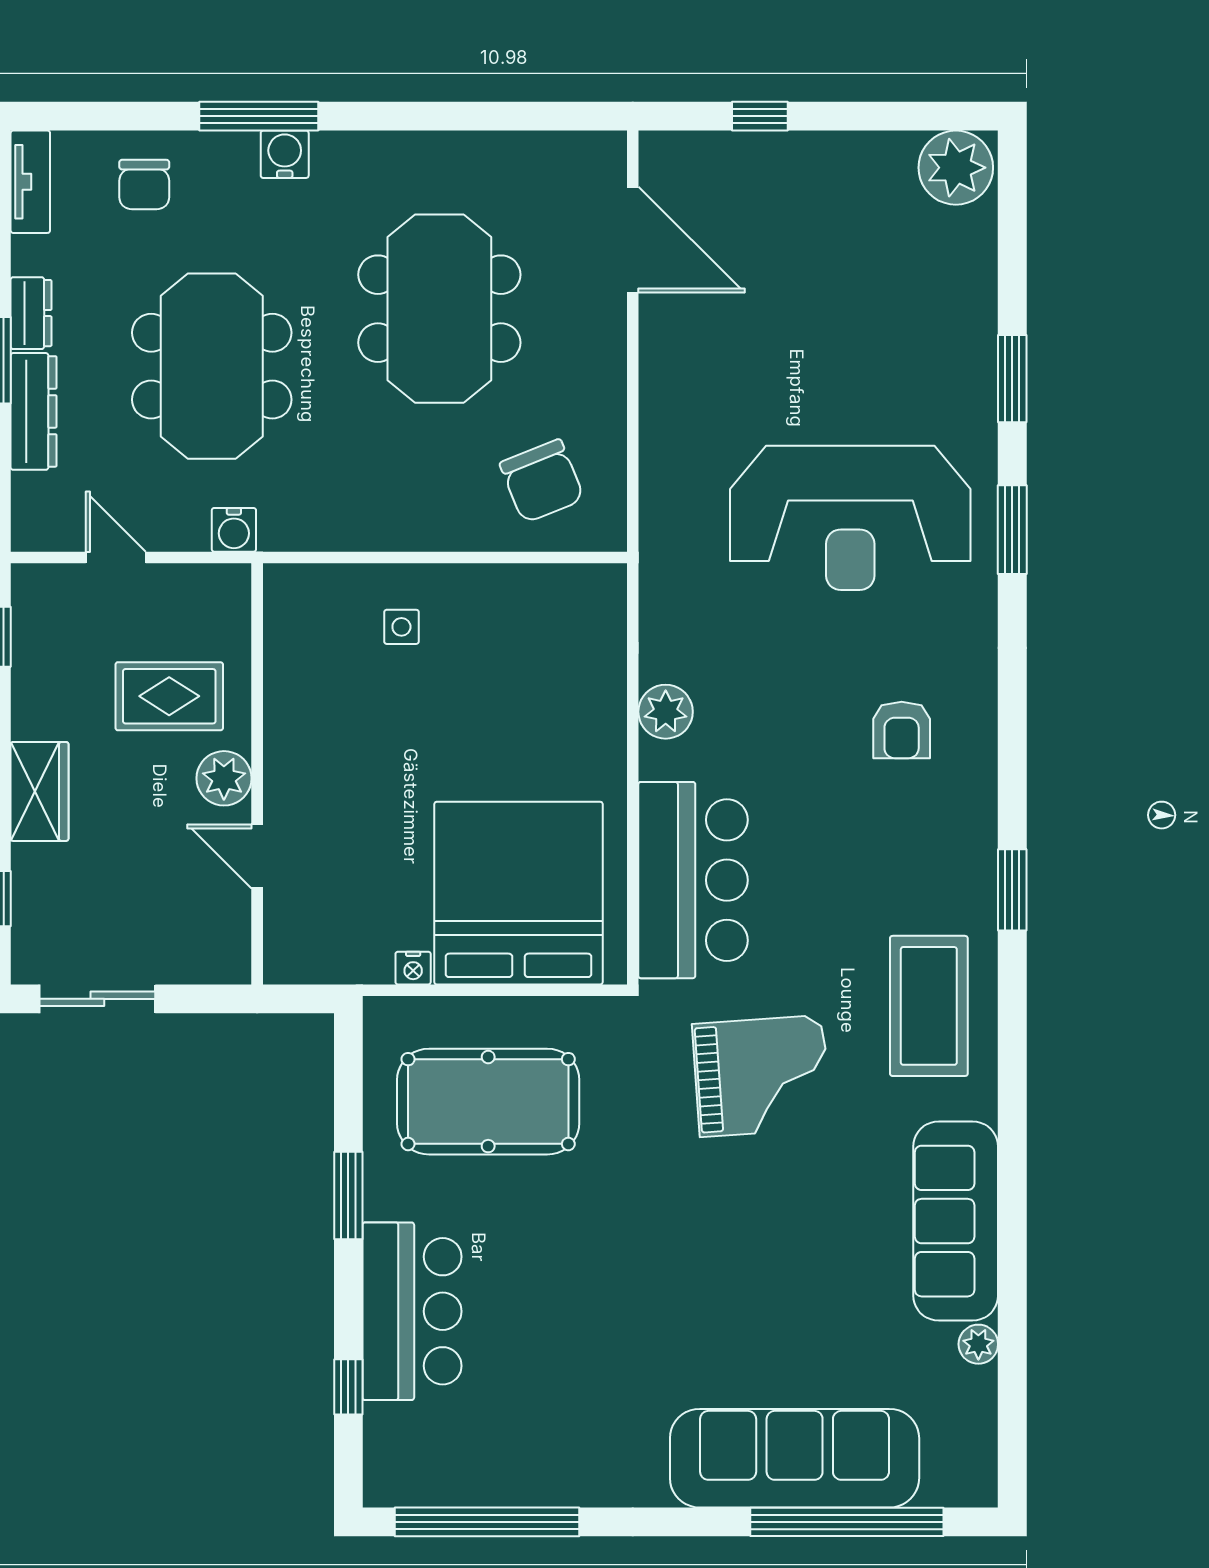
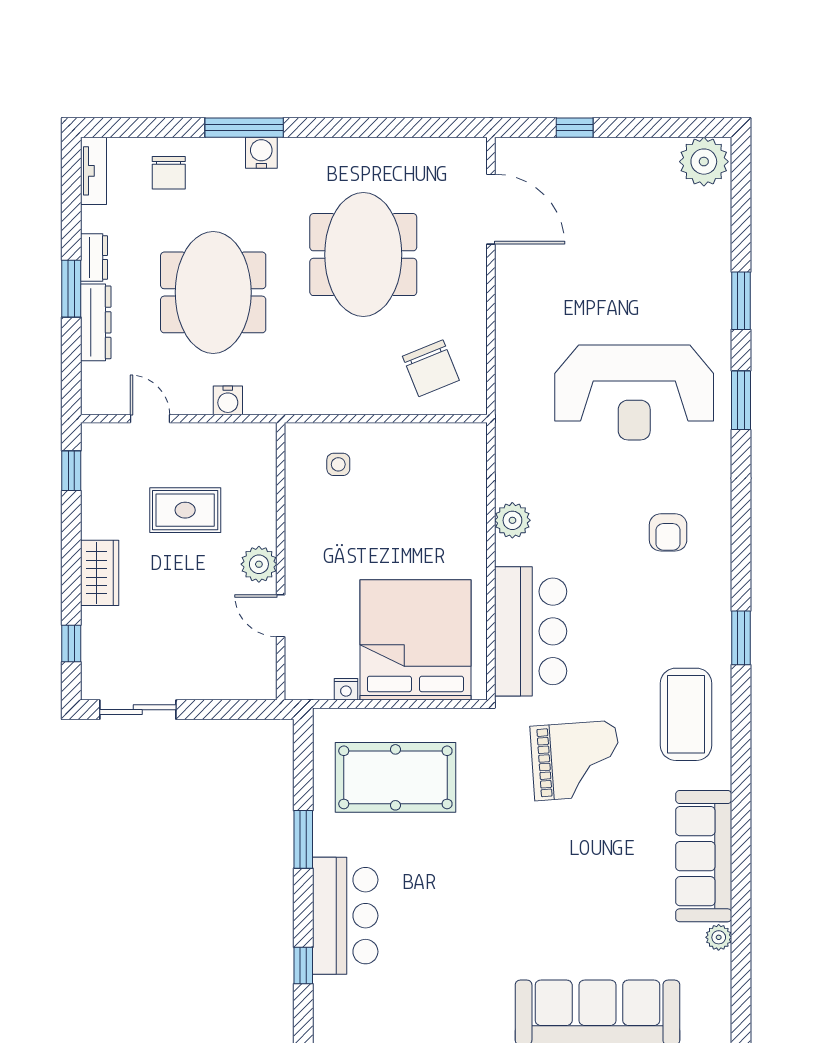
wall: (257, 774) -> (281, 561), moved
plant: (224, 778) -> (259, 564), moved
door: (257, 856) -> (281, 616), moved

